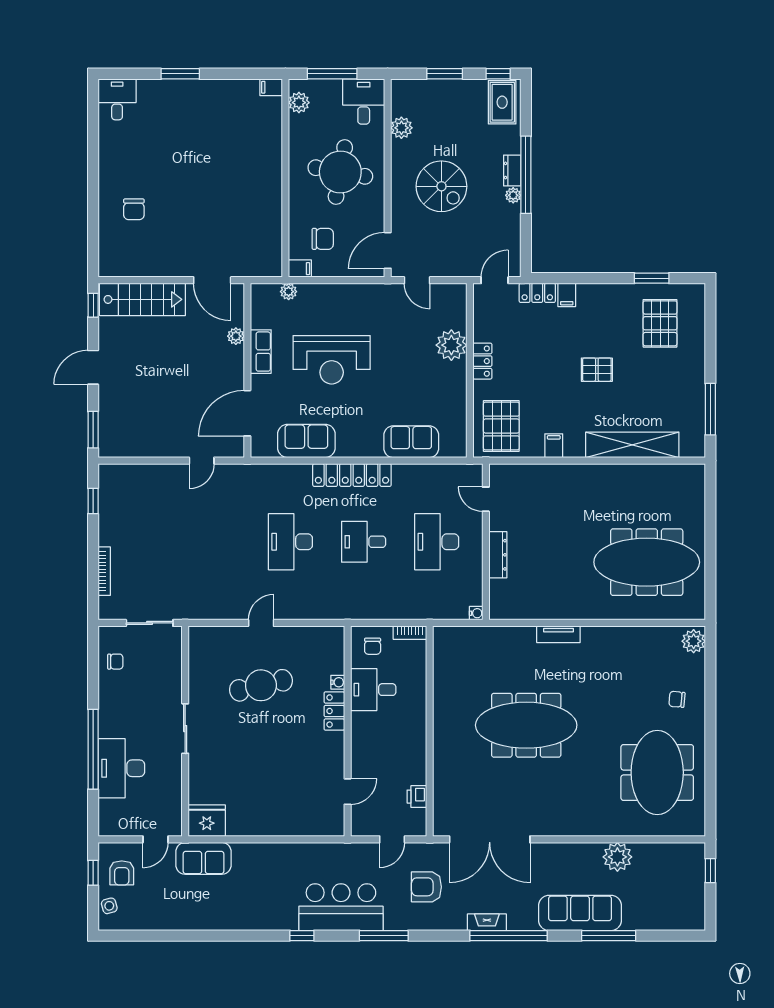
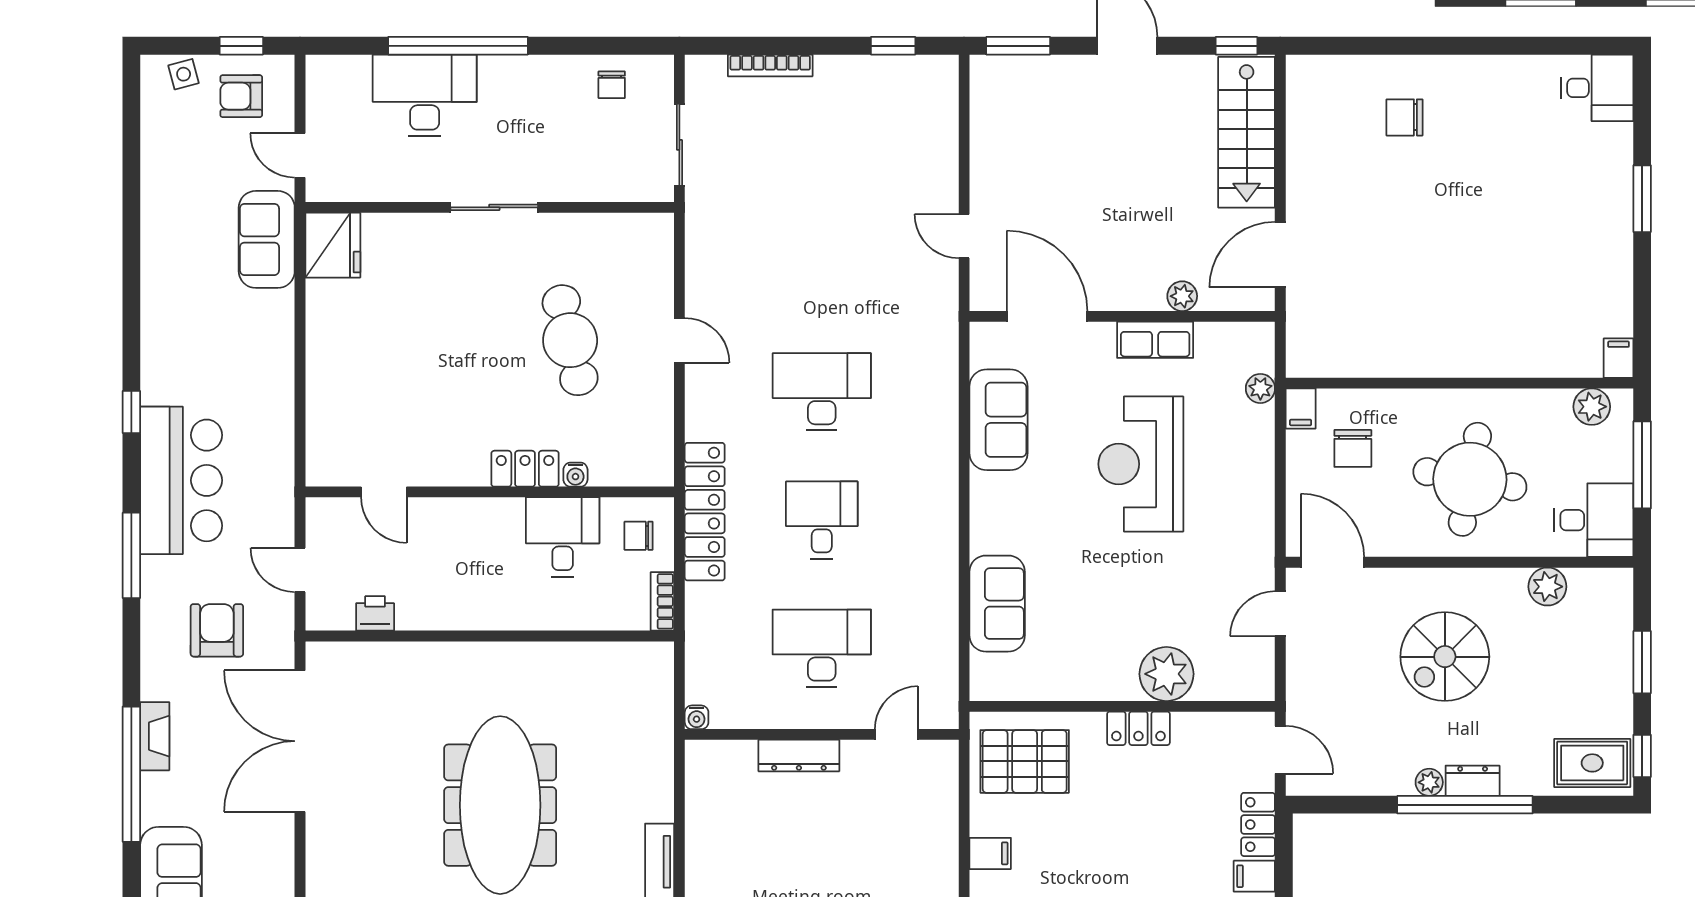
locker: (352, 475) -> (705, 512), moved, turned 180

